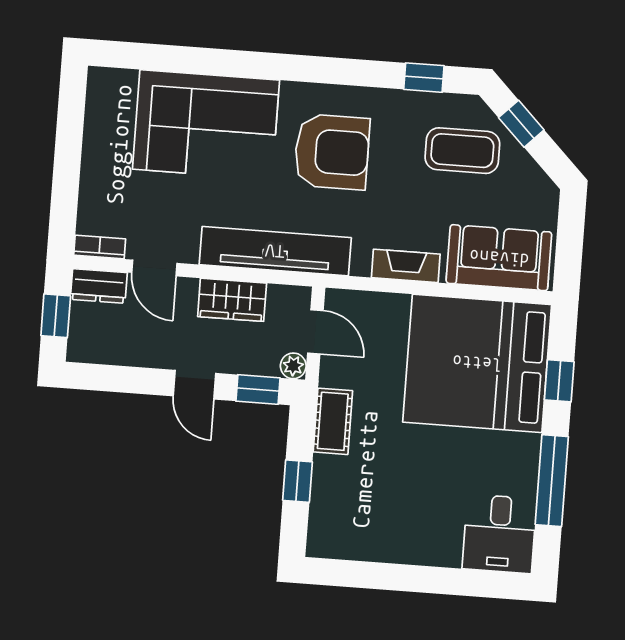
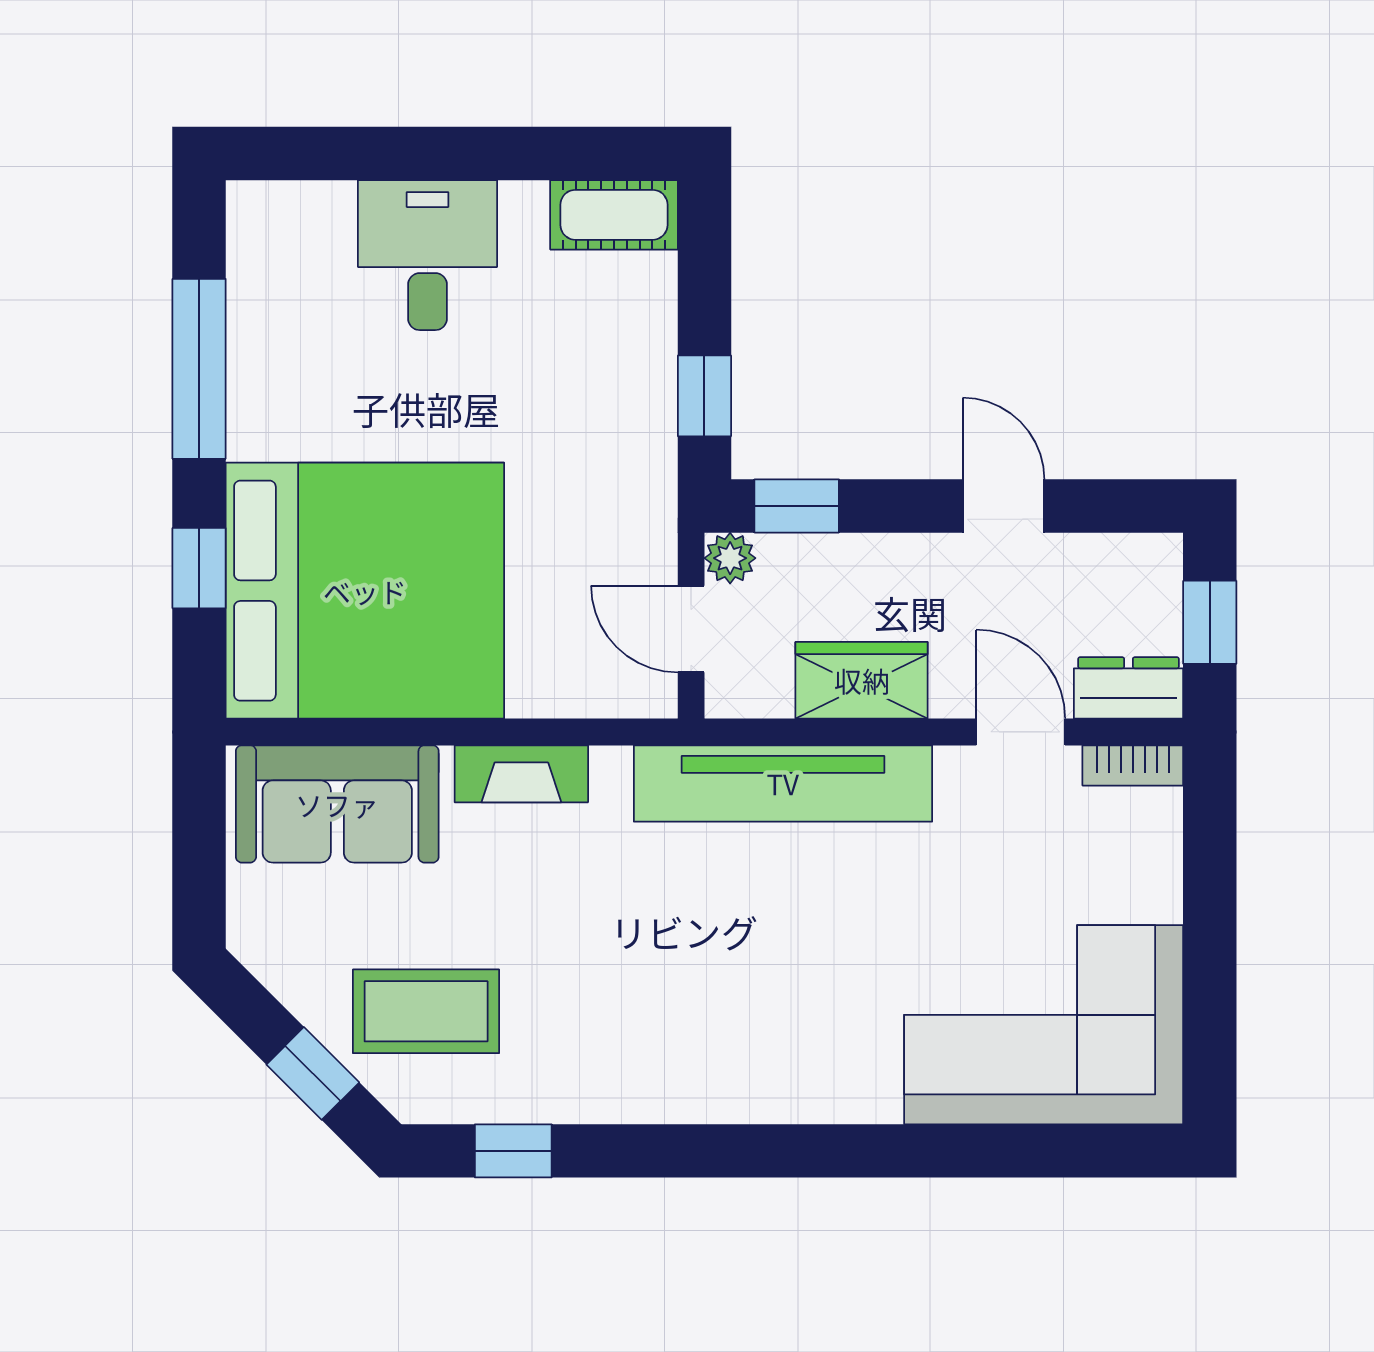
corner sofa: (206, 125) -> (1044, 1025), moved
armchair: (332, 152) -> (685, 989), removed
door: (195, 385) -> (1003, 506), moved
cot: (333, 421) -> (614, 215), moved, turned 90
window: (297, 481) -> (704, 396), moved
desk: (499, 534) -> (427, 255), moved

